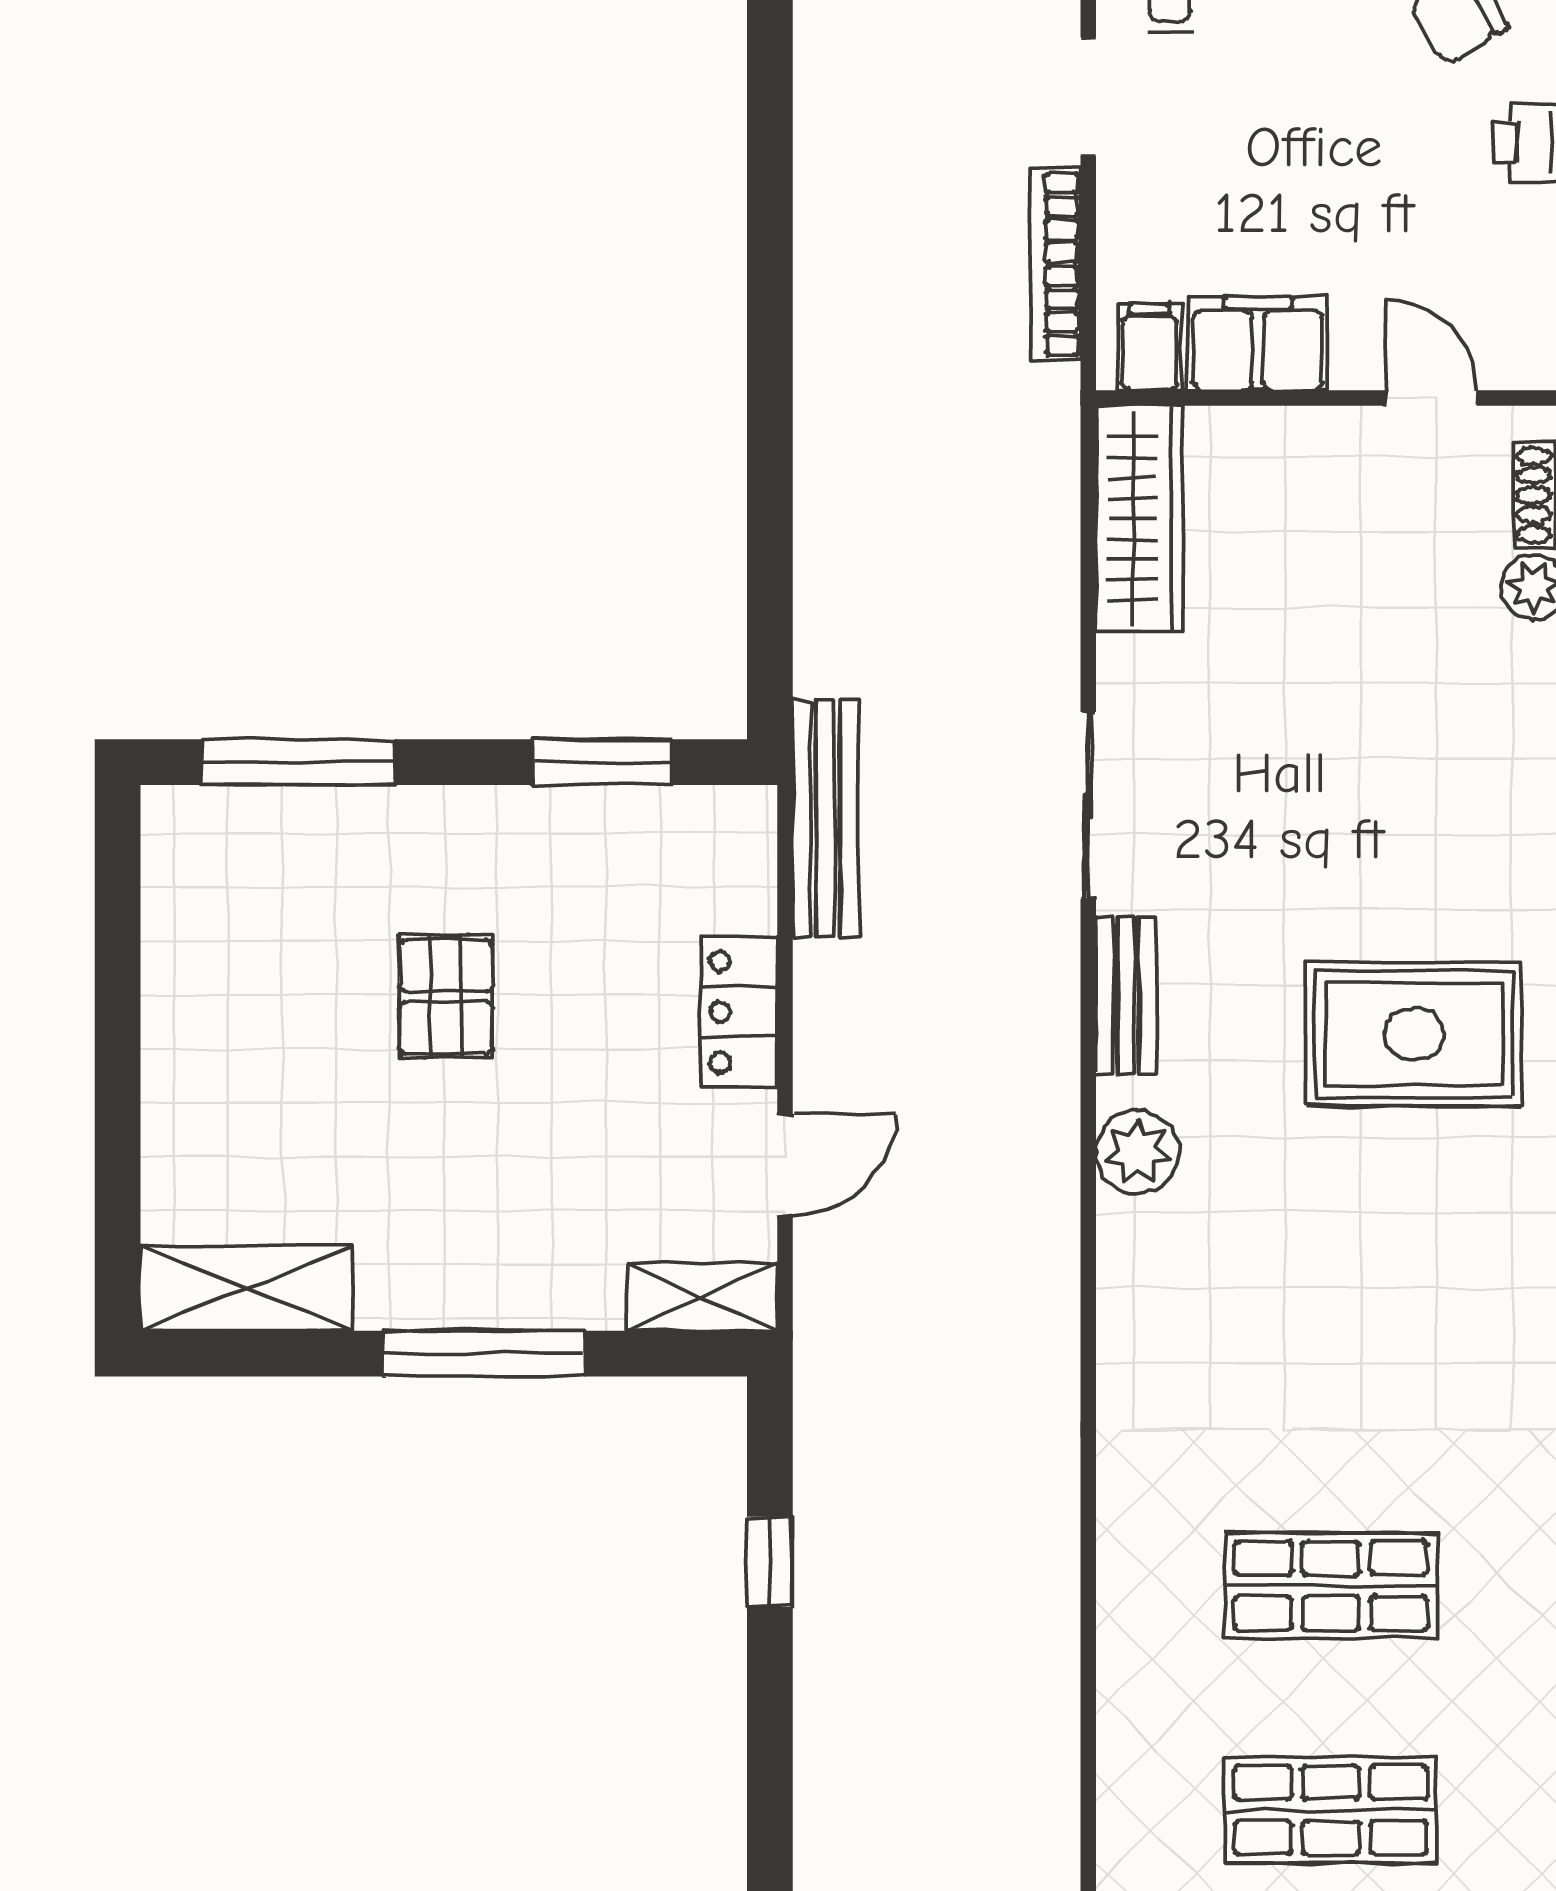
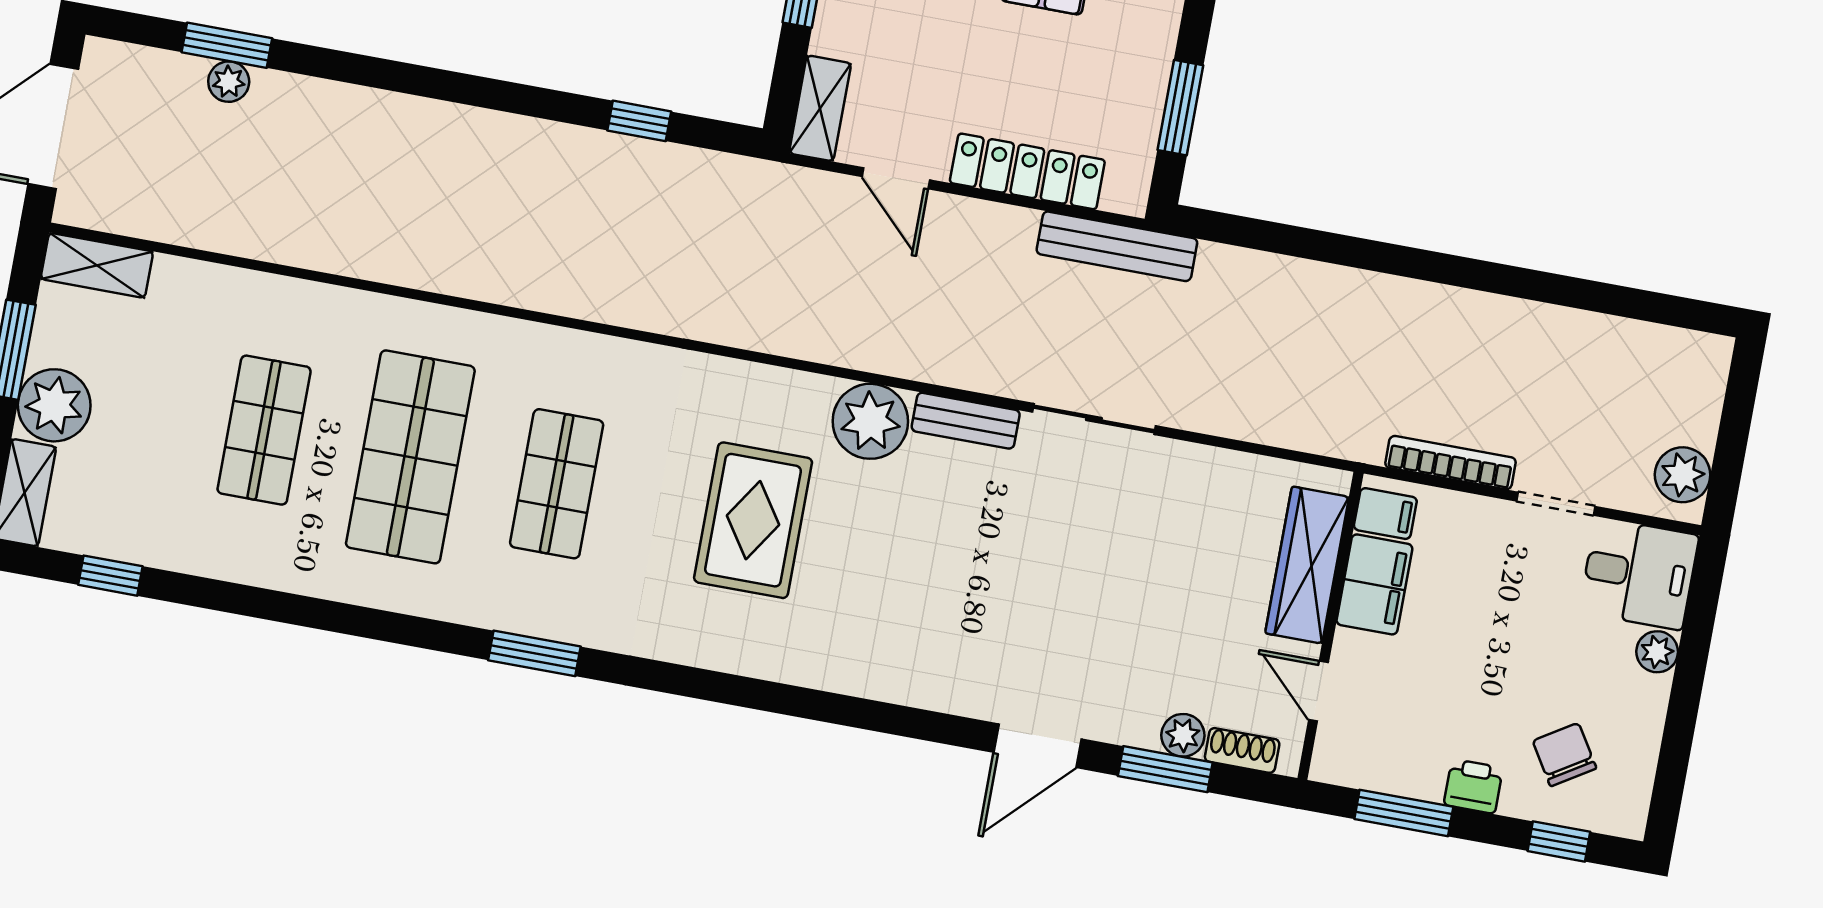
door: (1431, 398) -> (1318, 691), swing flipped
wardrobe: (1140, 519) -> (1307, 565), moved, turned 90
locker: (739, 1012) -> (1027, 171), width x1.53
rug: (1414, 1034) -> (753, 520), moved
plant: (1138, 1152) -> (870, 421), width x1.36, depth x1.36
shop shelf: (1331, 1810) -> (410, 457), width x1.43, depth x1.36

